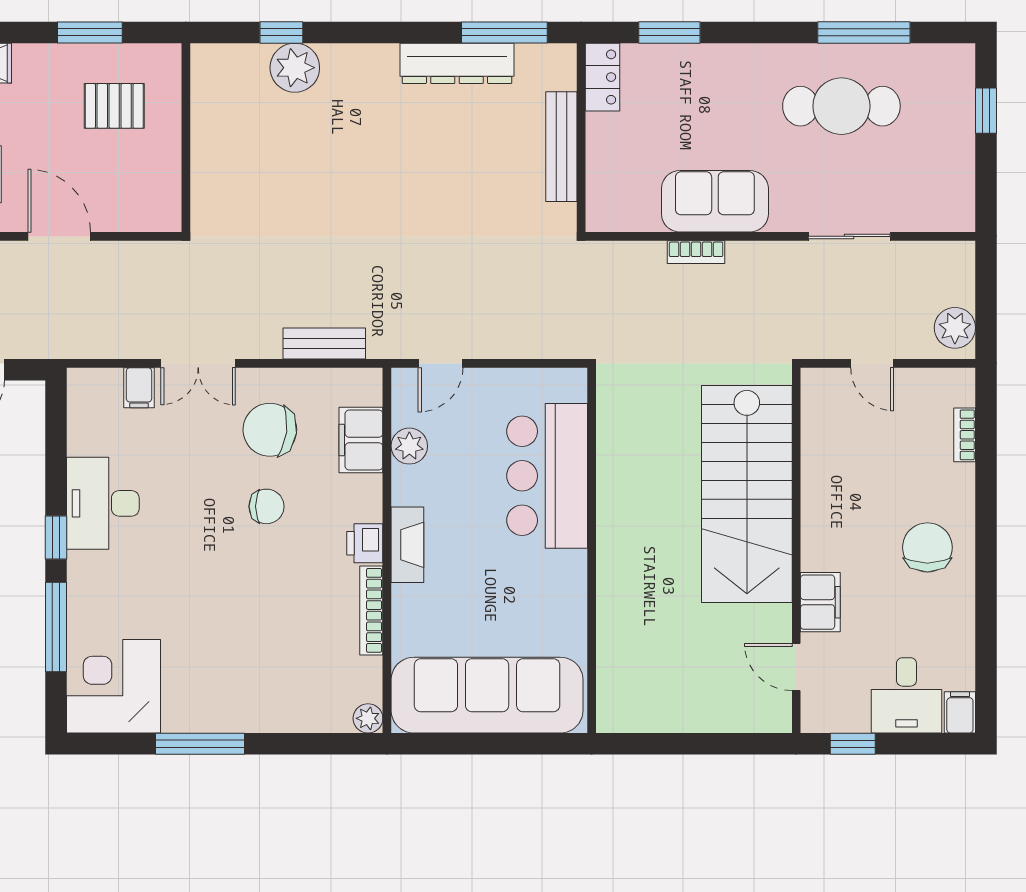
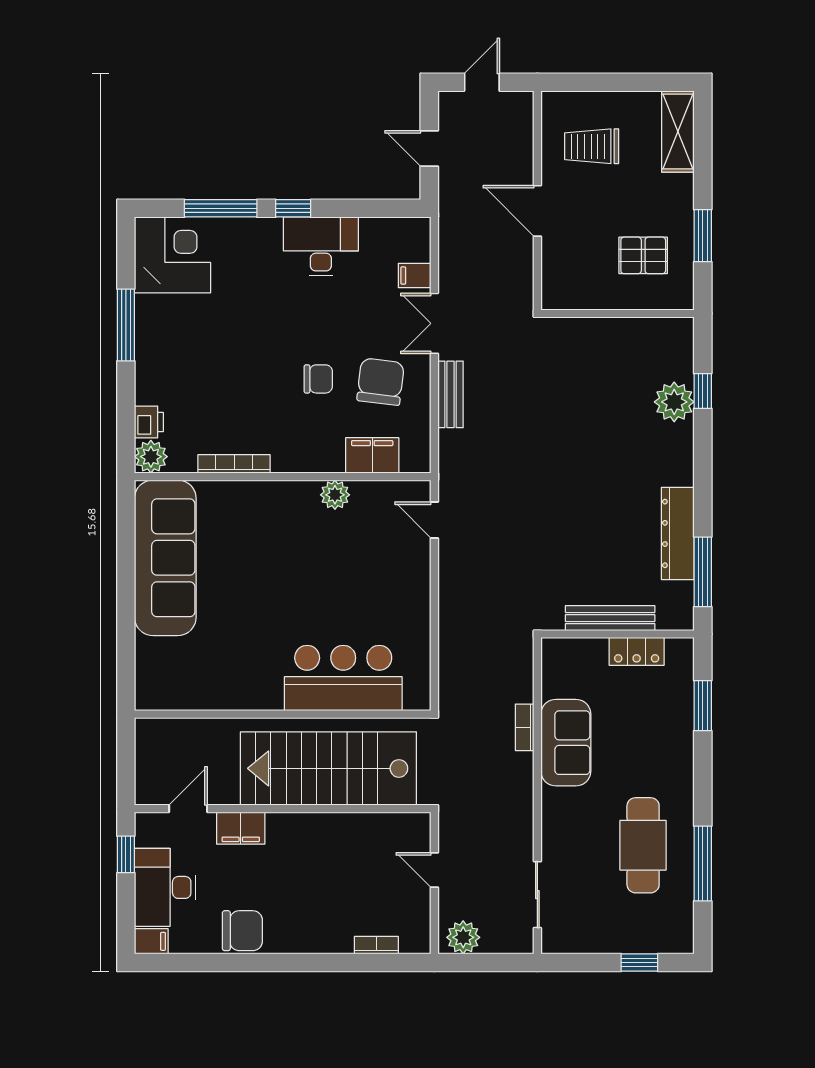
locker: (602, 77) -> (637, 651), moved
pallet: (114, 106) -> (643, 255), turned 90
door: (59, 236) -> (537, 211), swing flipped
sliding door: (849, 236) -> (537, 895), moved
bench: (324, 344) -> (450, 394), moved
door: (872, 363) -> (434, 870), hinge flipped
plant: (409, 446) -> (335, 495), moved
bar counter: (547, 476) -> (343, 678), moved
chair: (266, 506) -> (318, 379), turned -90
printer: (365, 543) -> (149, 422), moved, turned 90
fireplace: (407, 545) -> (287, 493), removed
chair: (927, 547) -> (242, 931), moved
wall: (592, 550) -> (283, 714), moved
desk: (906, 695) -> (165, 887), width x1.37
plant: (368, 718) -> (151, 457), width x1.38, depth x1.38

